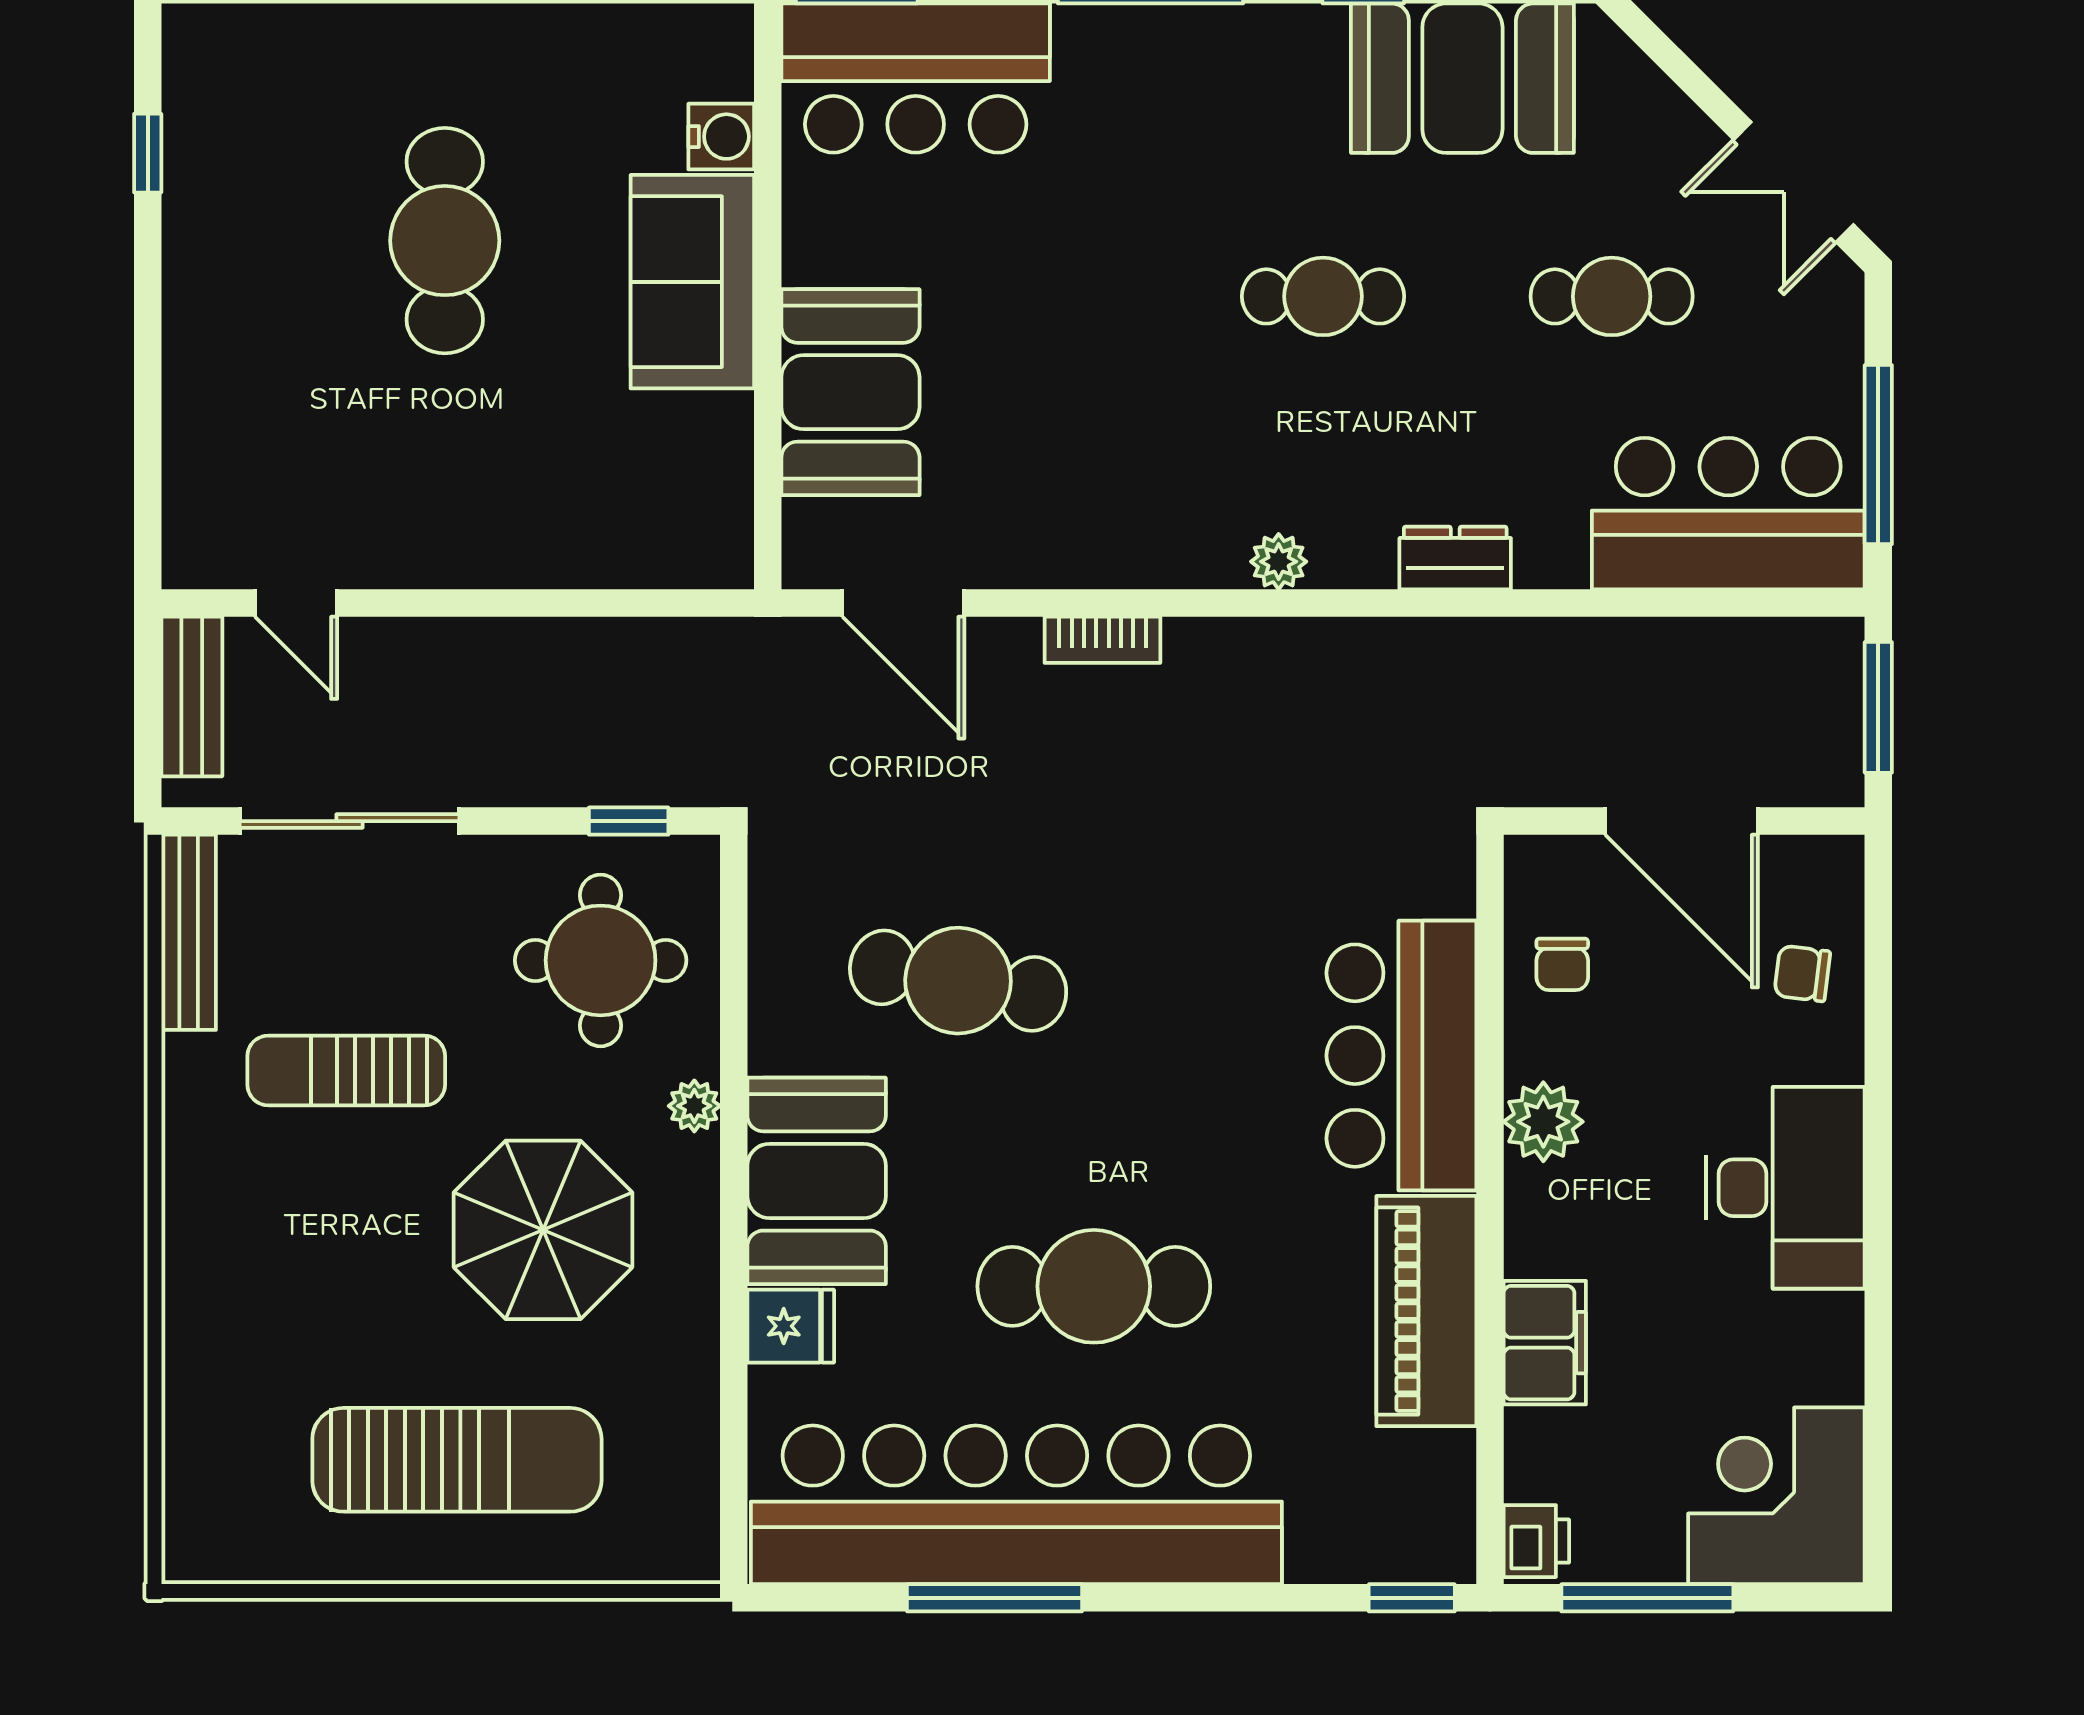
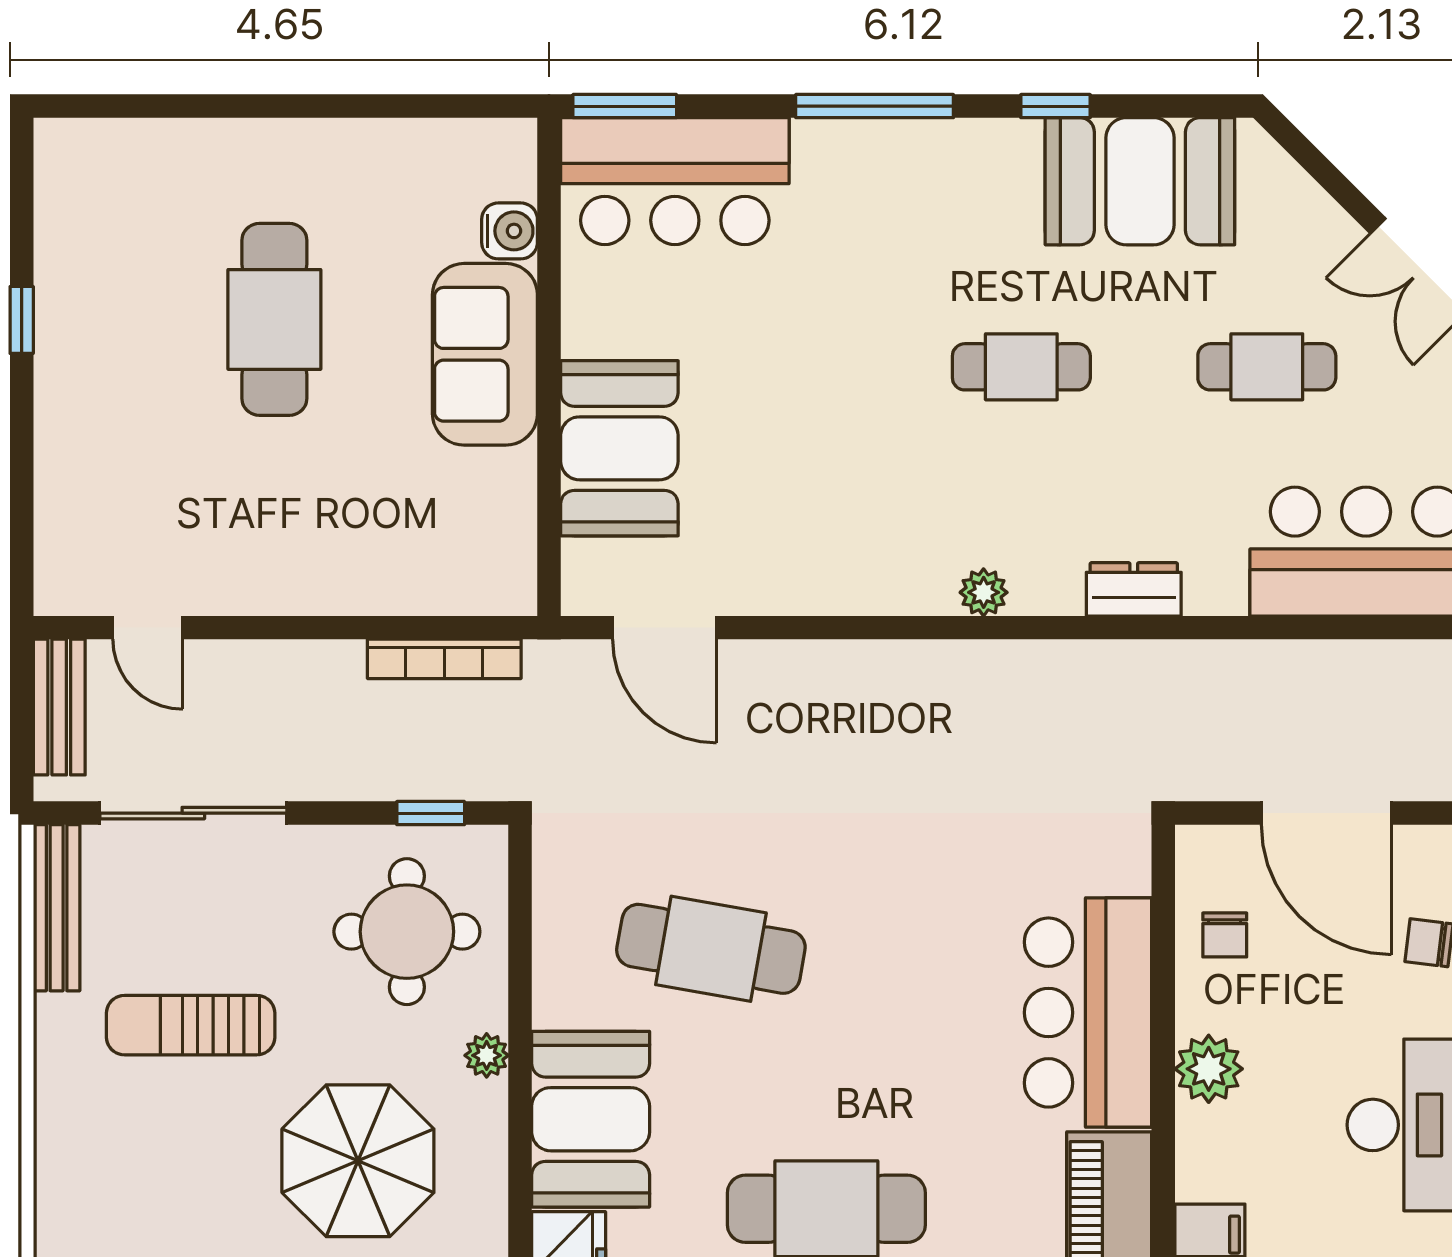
window: (148, 153) -> (22, 320), moved
bookcase: (1102, 640) -> (444, 659), moved, width x1.56

